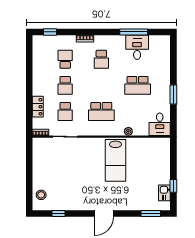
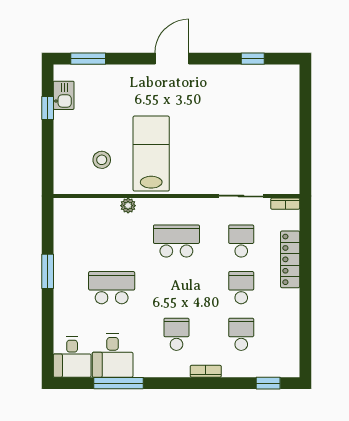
school desk: (65, 59) -> (241, 334), turned 180
locker: (38, 107) -> (290, 259), width x1.53
desk: (160, 124) -> (72, 357), moved, turned 180
stool: (41, 195) -> (102, 160), moved

